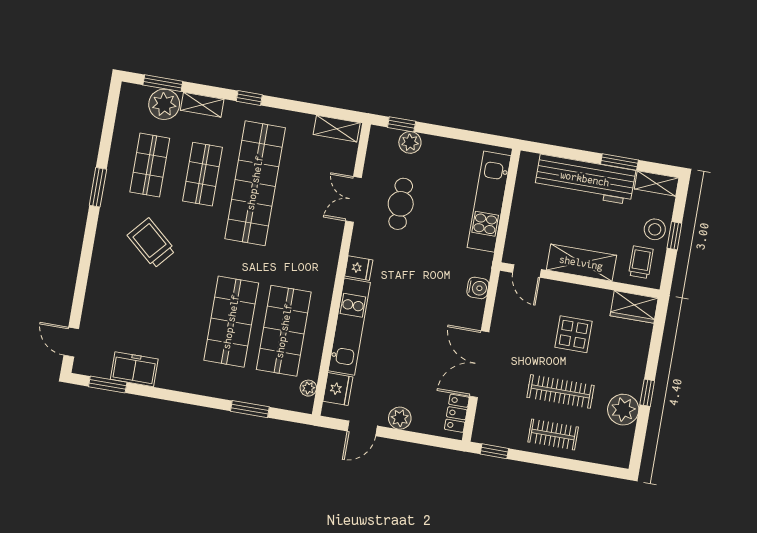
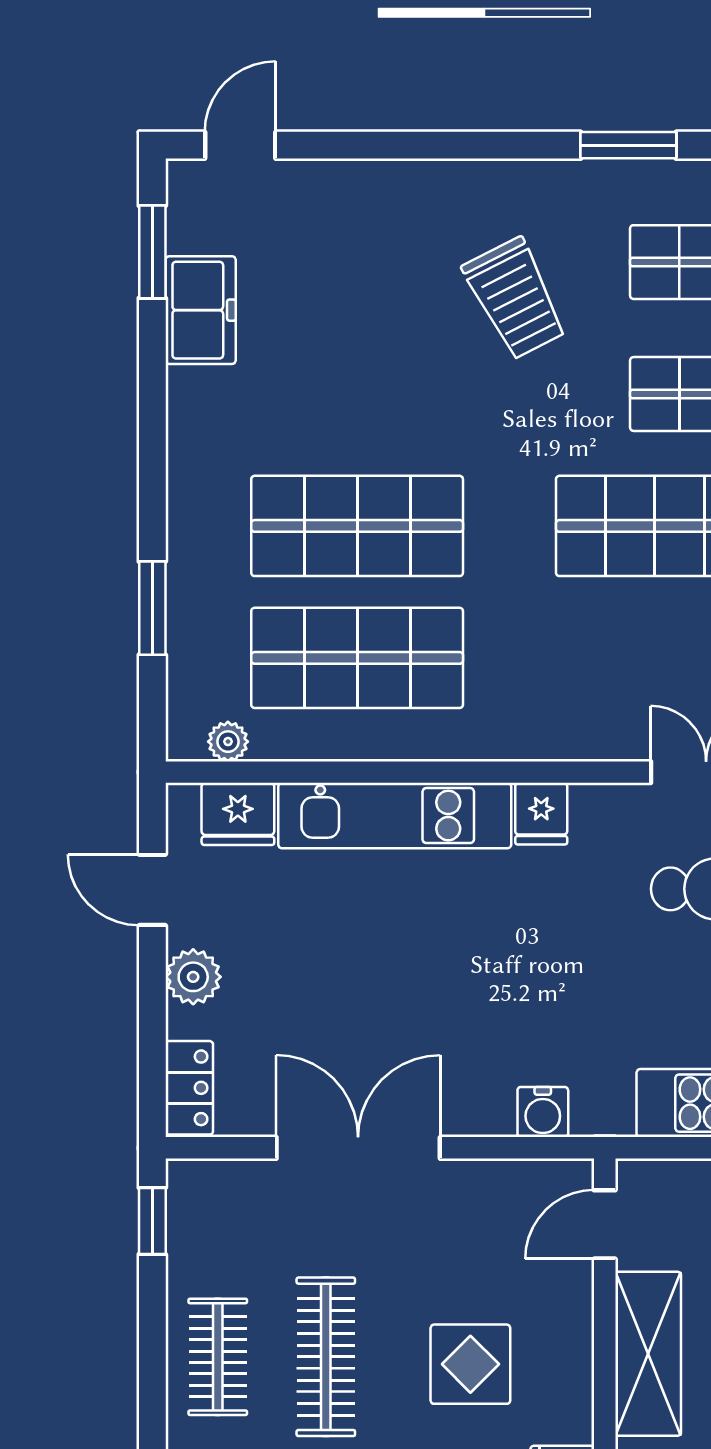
trolley: (151, 243) -> (515, 299), turned 112
locker: (457, 413) -> (189, 1088), moved, turned 90

